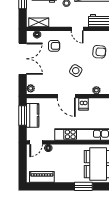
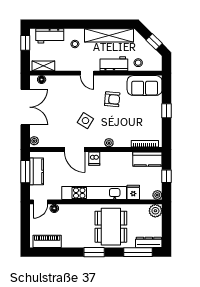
armchair: (54, 46) -> (61, 92), removed

